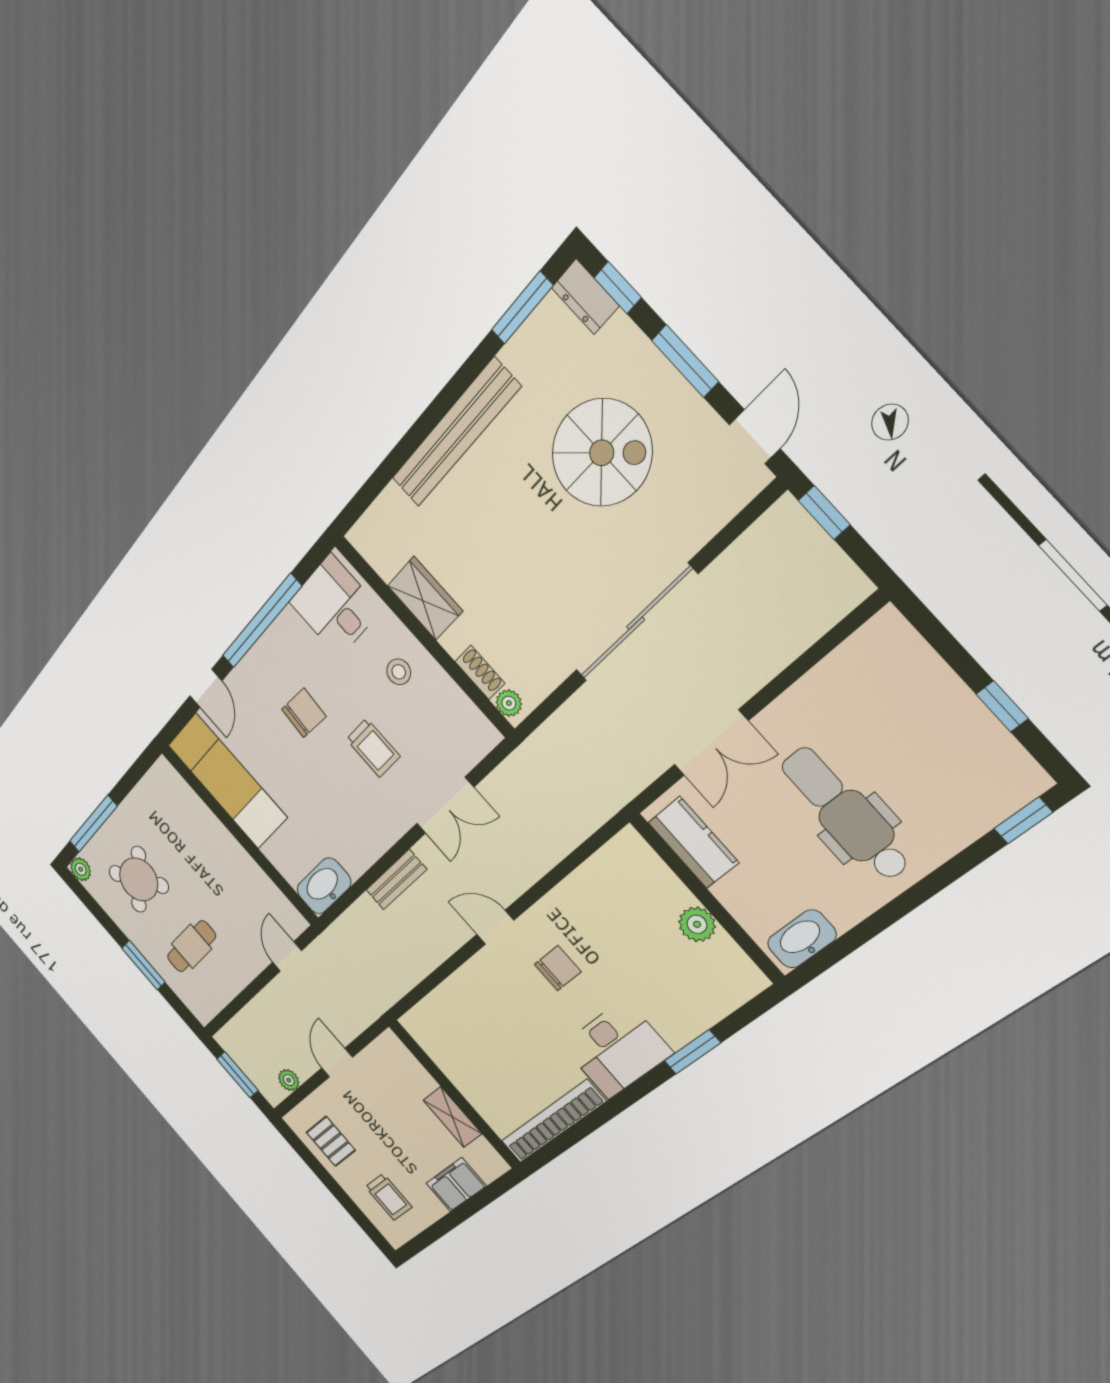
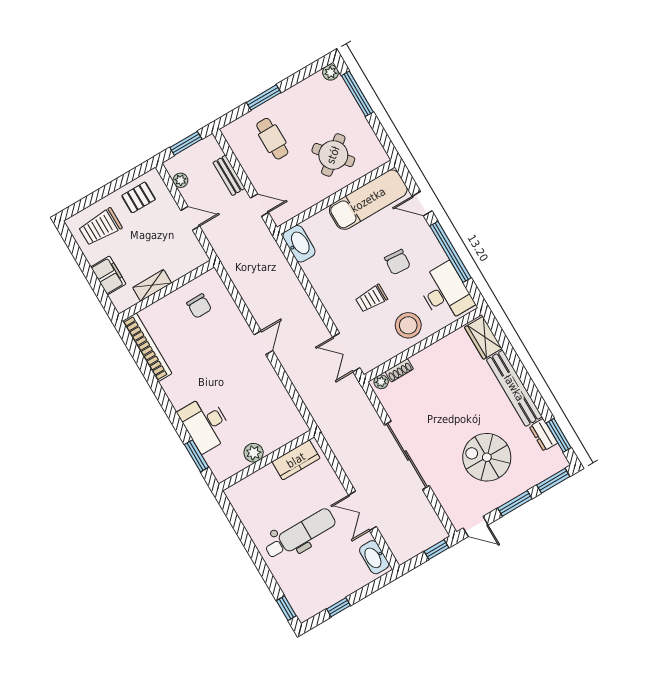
window: (618, 288) -> (553, 481), width x1.50
dresser: (585, 297) -> (543, 435), moved, turned -90
spiral stairs: (602, 453) -> (487, 457), turned 90
wardrobe: (425, 598) -> (483, 338), moved, turned 90
desk: (335, 606) -> (445, 292), width x1.37
stool: (399, 672) -> (408, 325), width x1.89, depth x1.89
double door: (711, 743) -> (362, 511), moved
double door: (445, 806) -> (346, 353), moved
round table: (139, 879) -> (333, 155), moved
bench: (396, 880) -> (229, 175), moved
washbasin: (802, 939) -> (374, 557), moved, turned 180
chair: (558, 968) -> (199, 306), moved
desk: (617, 1049) -> (206, 424), moved
window: (692, 1052) -> (196, 456), moved
trolley: (389, 1197) -> (100, 227), width x1.36, depth x1.39

